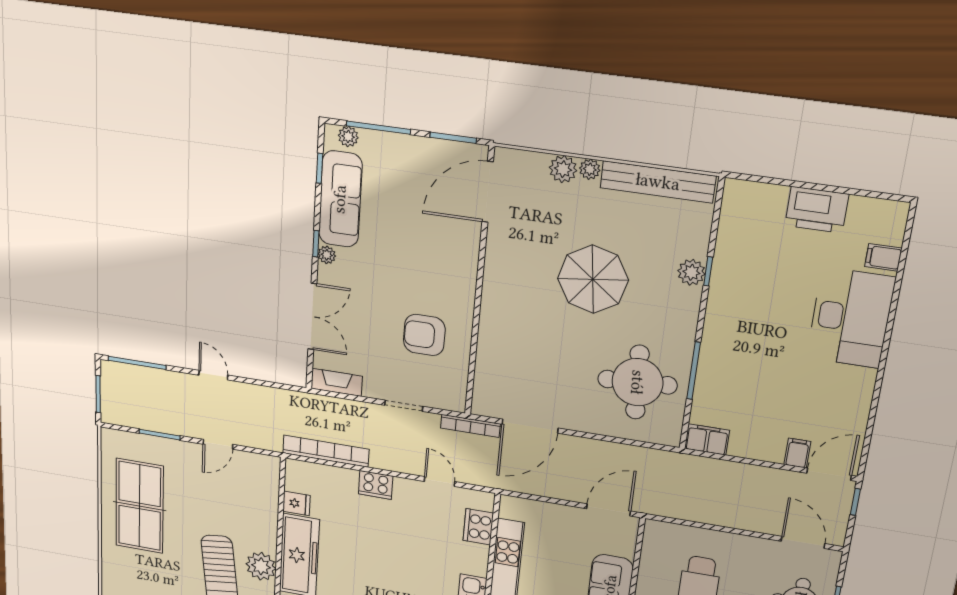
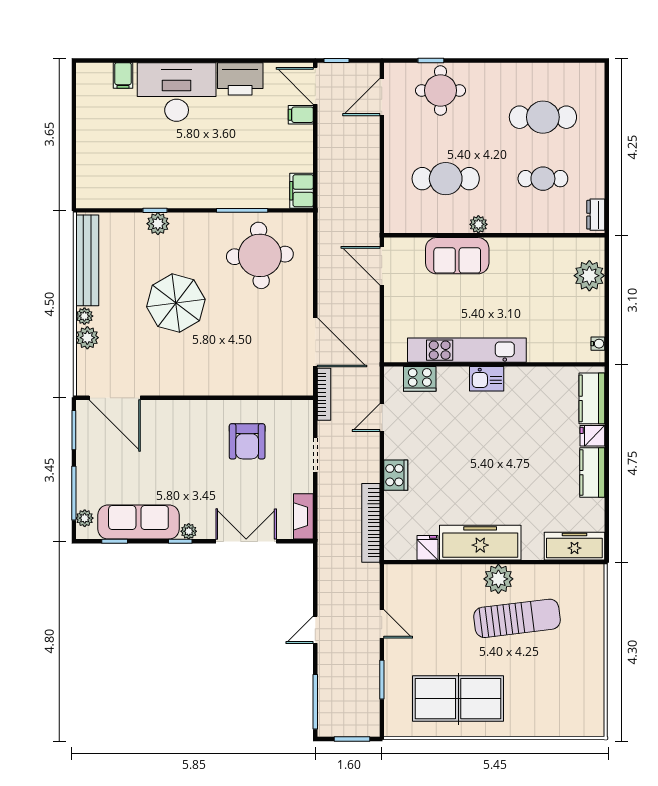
printer: (817, 210) -> (240, 79), moved, turned 90

